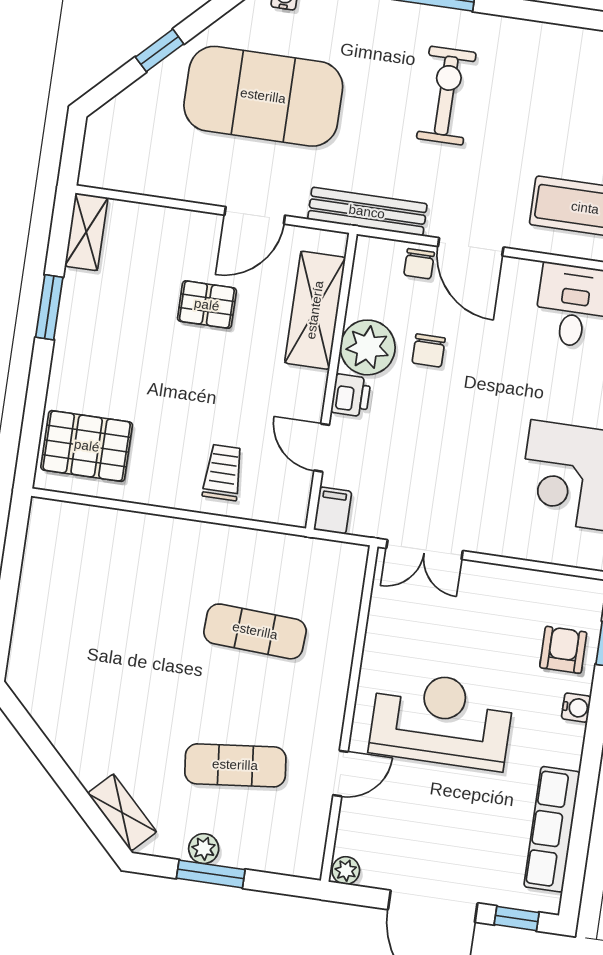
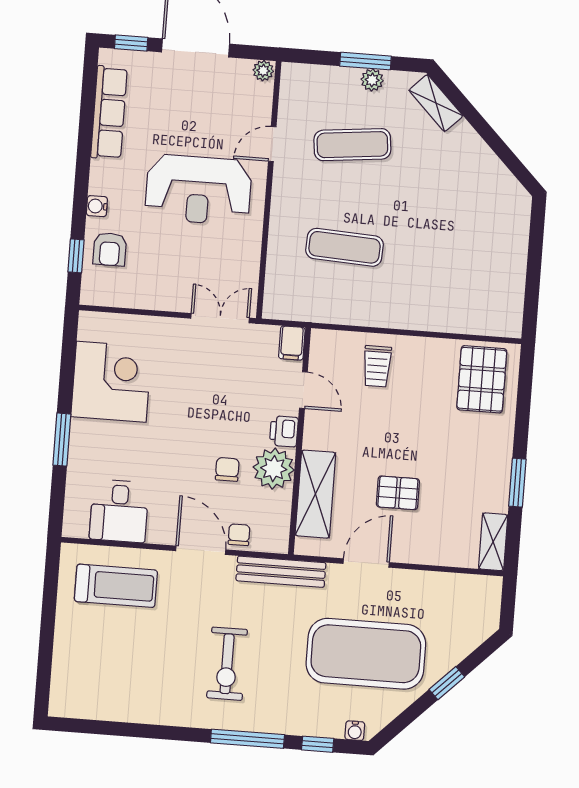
pallet: (87, 446) -> (482, 379), turned 90

